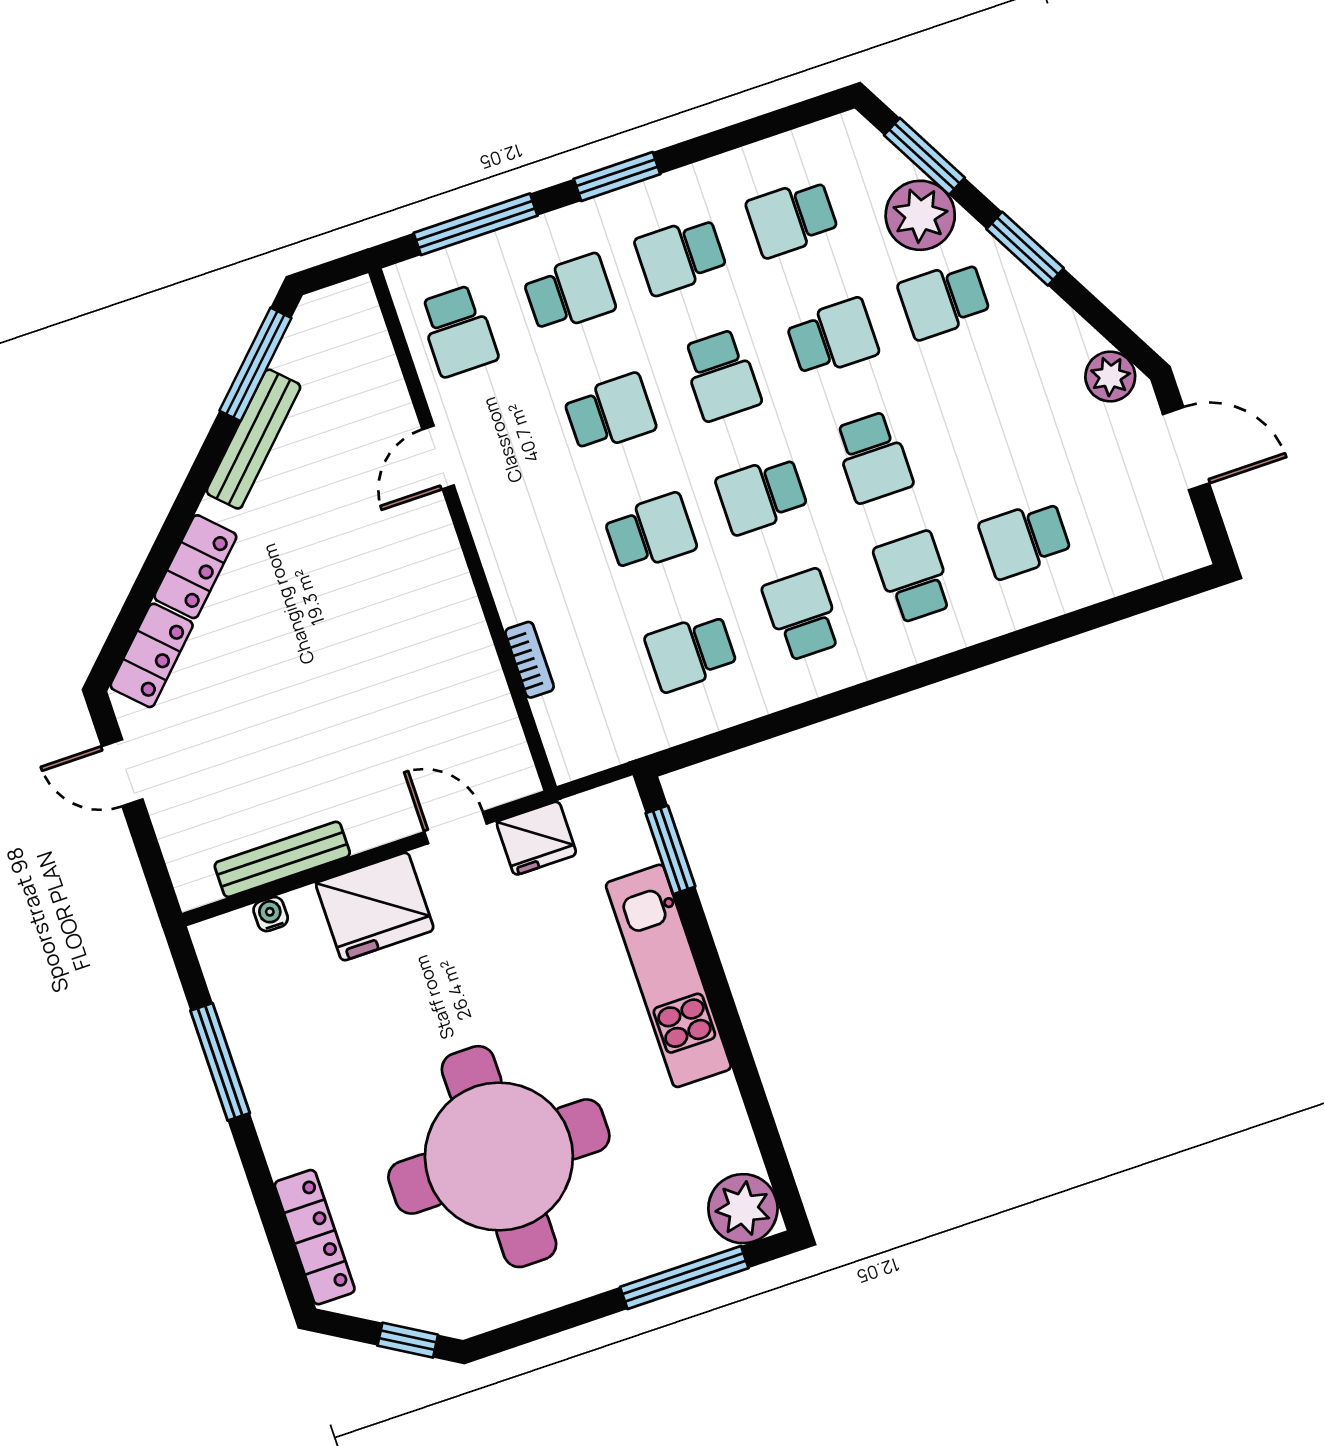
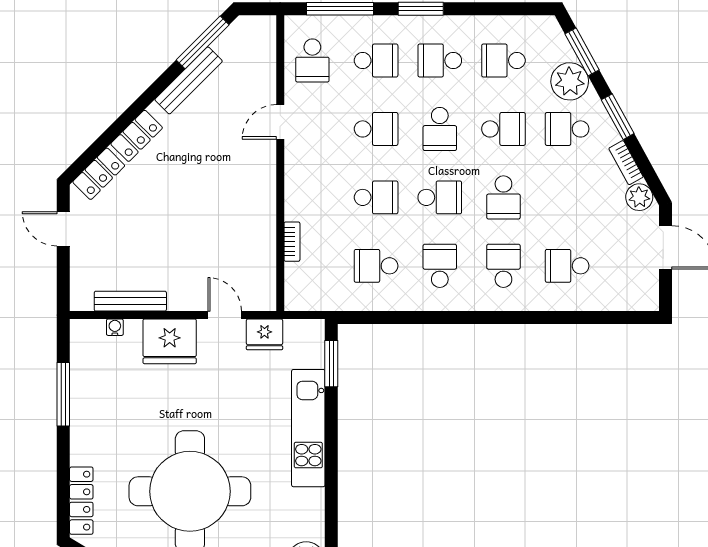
bookcase: (1067, 324) -> (626, 163), added
school desk: (762, 495) -> (440, 197), turned 180

